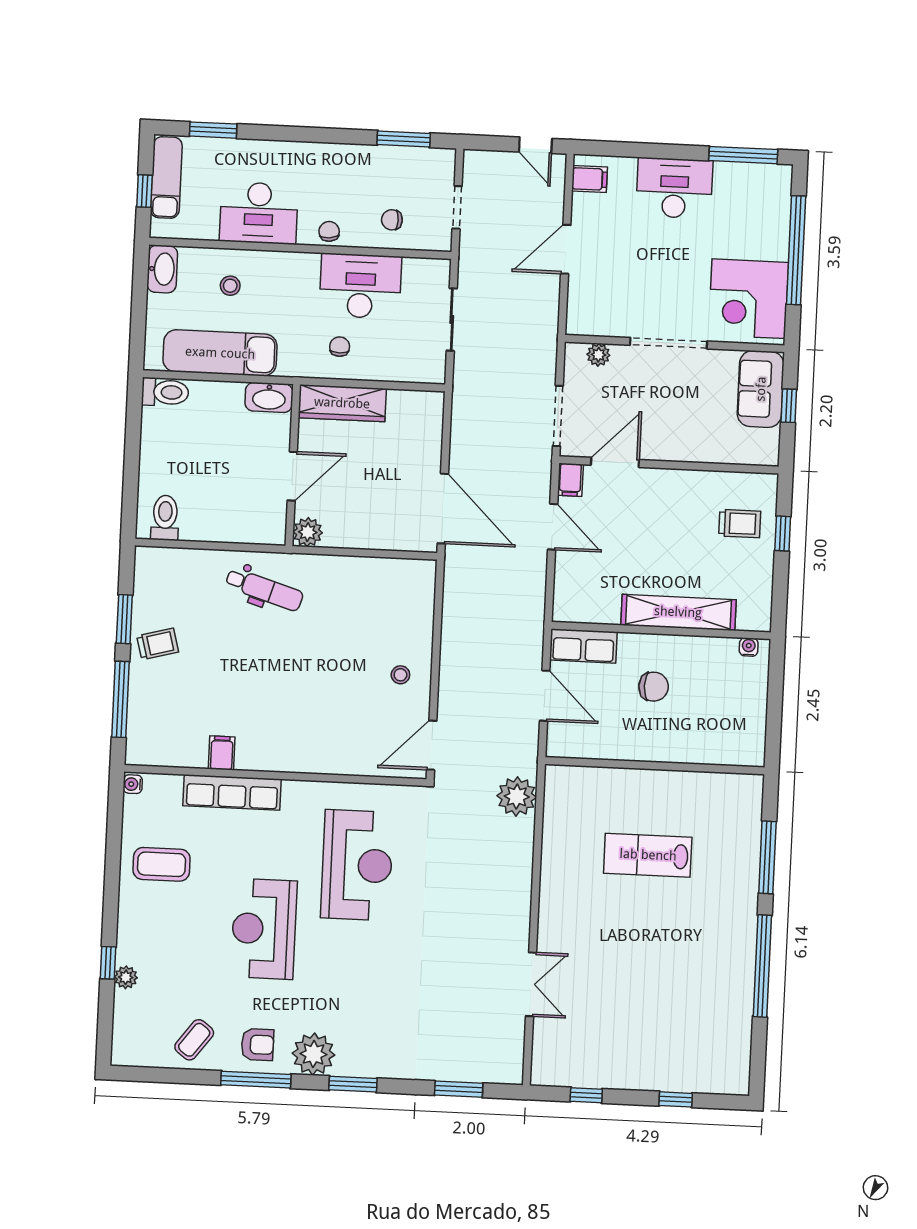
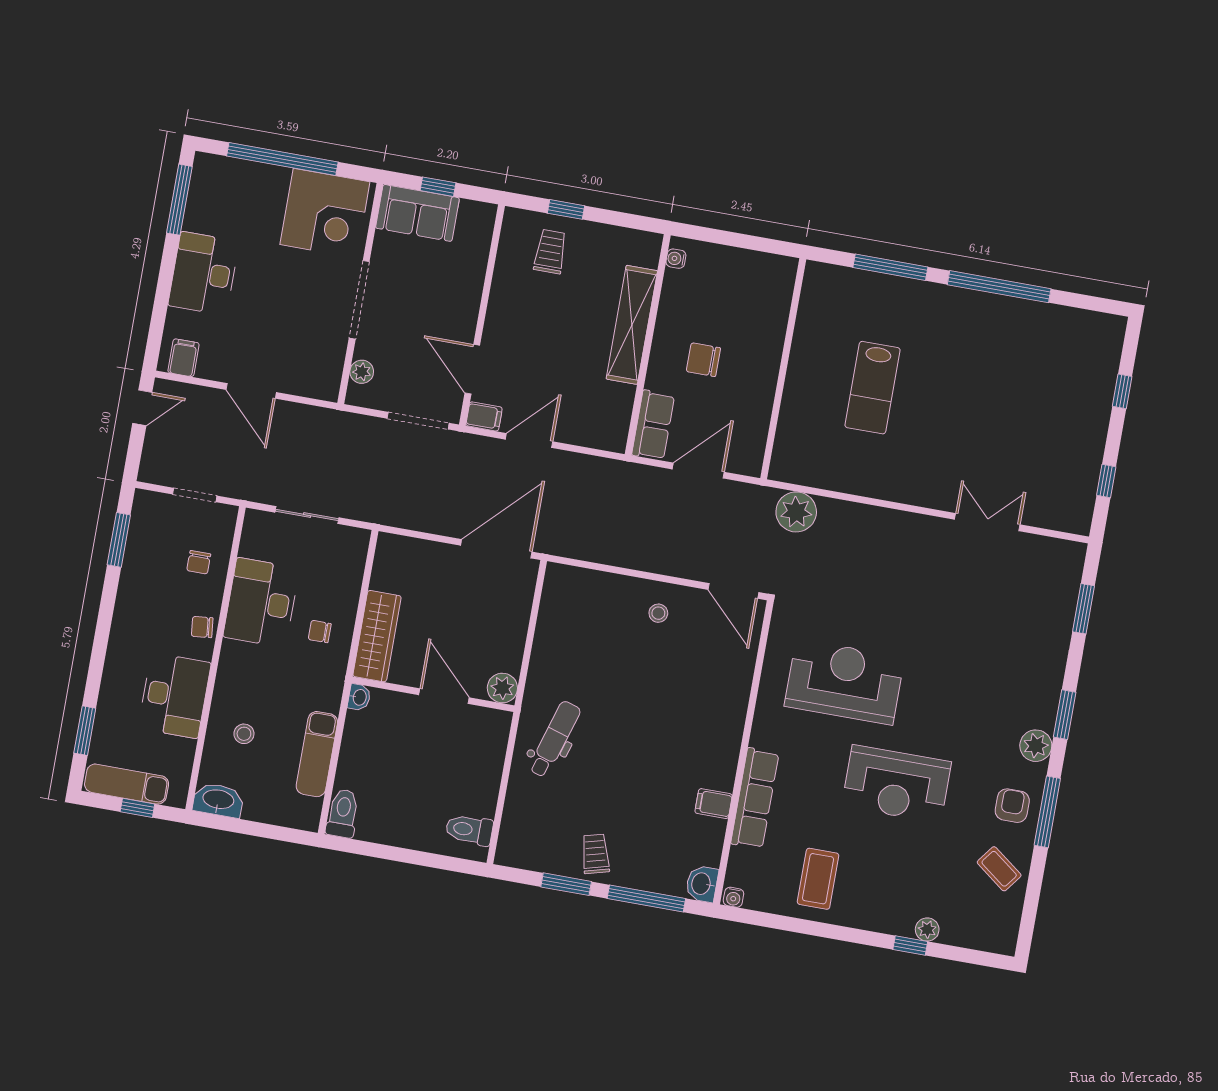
exam couch: (220, 353) -> (317, 754), width x0.73, depth x0.69
washbasin: (269, 397) -> (359, 697), width x0.52, depth x0.69
chair: (654, 687) -> (703, 360), turned -90
washbasin: (142, 752) -> (702, 884), added
plant: (314, 1054) -> (1036, 746), width x0.73, depth x0.73

